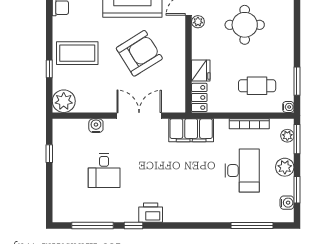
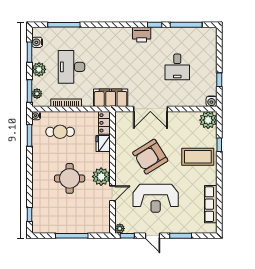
plant: (198, 22) -> (101, 177), width x1.87, depth x1.87
water cooler: (96, 126) -> (211, 101), moved
desk: (104, 171) -> (177, 67), turned 180

